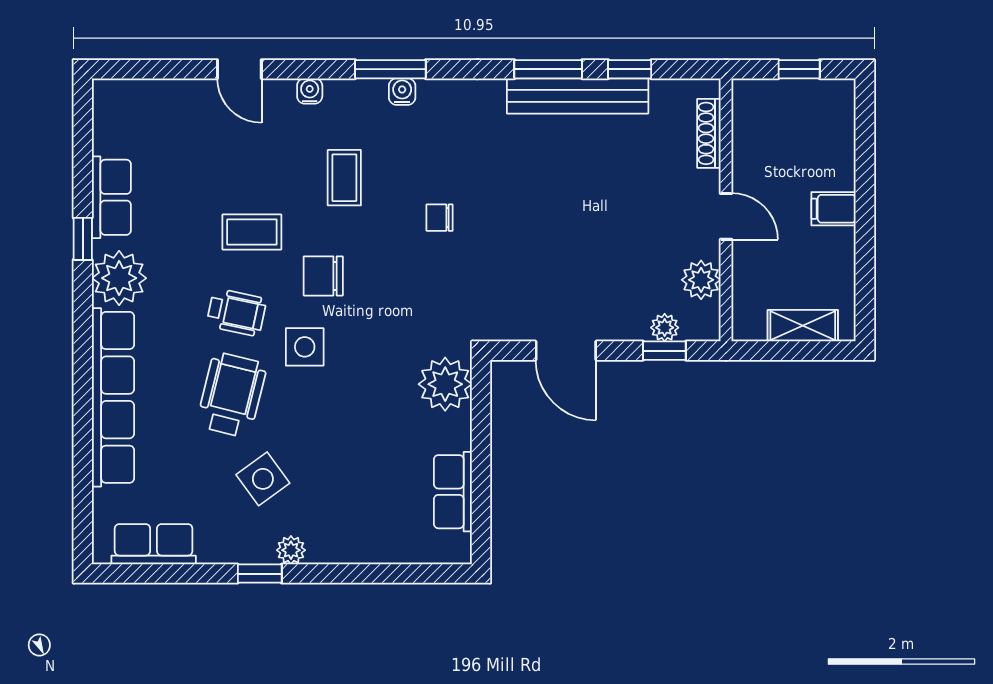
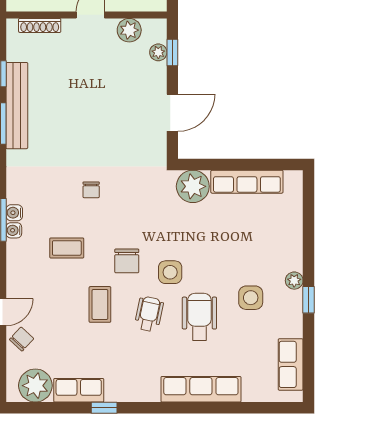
water cooler: (310, 91) -> (14, 230), moved
chair: (195, 104) -> (22, 339), added
plant: (119, 278) -> (35, 386), moved
wheelchair: (232, 395) -> (199, 317), turned 76
row of seats: (113, 397) -> (201, 389), width x0.73
side table: (263, 479) -> (251, 298), turned 36
row of seats: (453, 492) -> (247, 182), width x1.48

